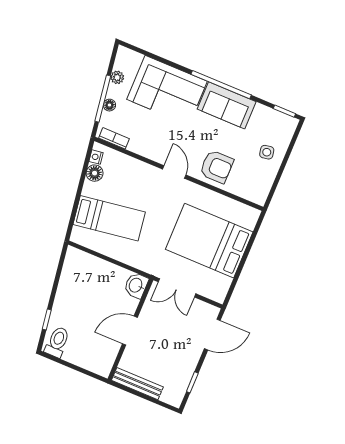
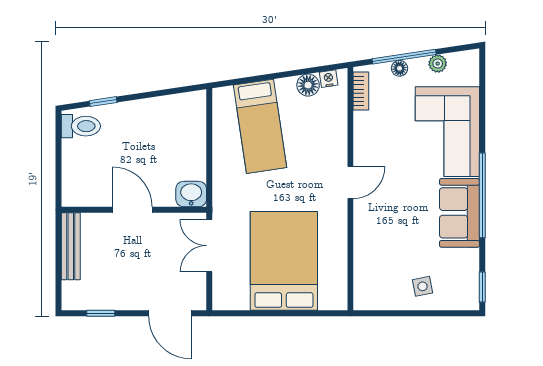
armchair: (217, 167) -> (379, 232), removed

